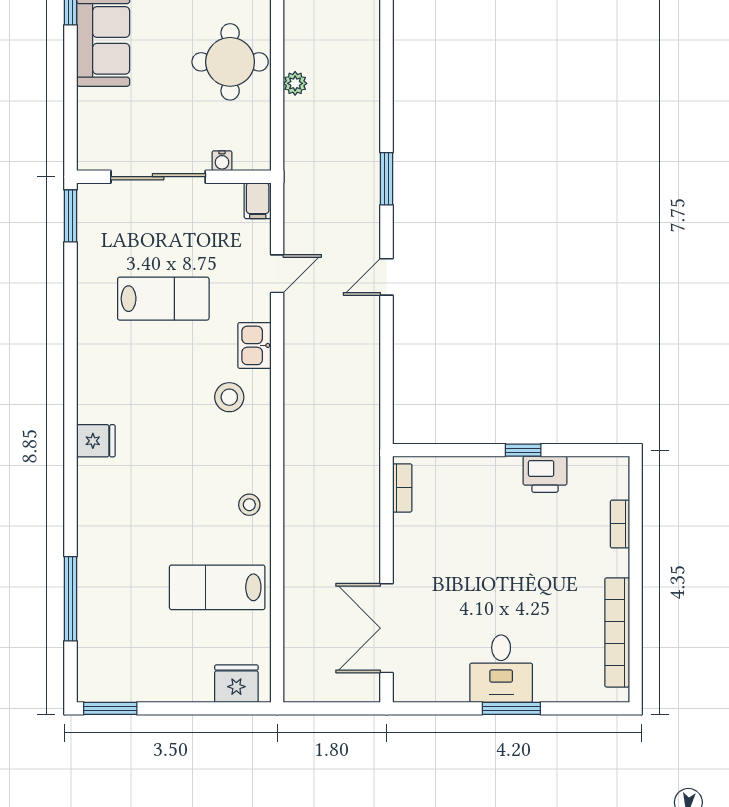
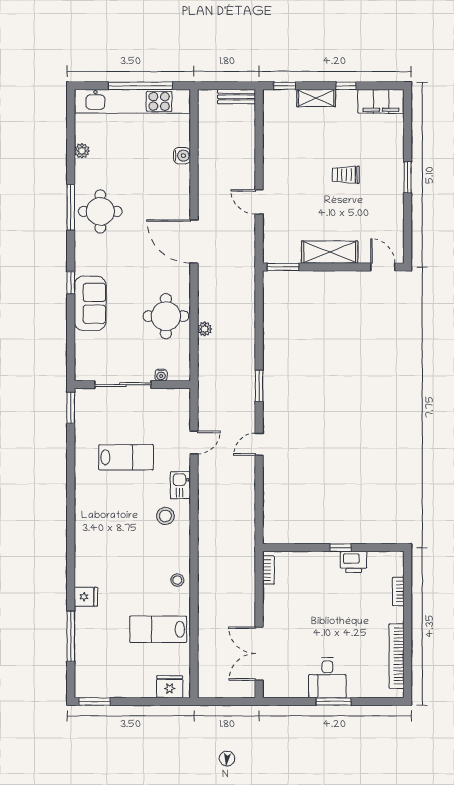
filing cabinet: (258, 201) -> (182, 399), removed
fridge: (96, 441) -> (86, 597), moved

